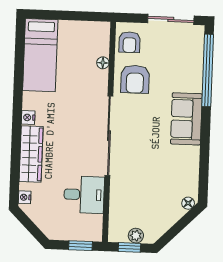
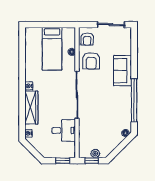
bed: (40, 55) -> (52, 49), moved
window: (208, 70) -> (134, 100), moved
sofa: (186, 119) -> (123, 71), moved

